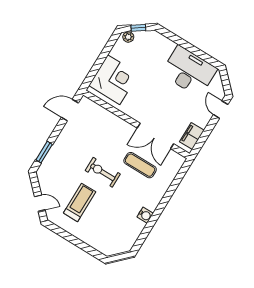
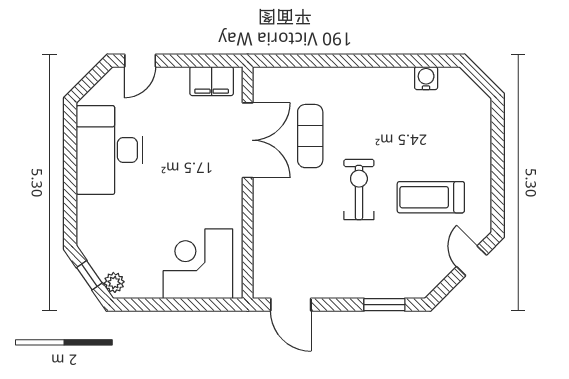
exercise bike: (103, 172) -> (359, 190), turned 180
water cooler: (145, 215) -> (426, 78), moved

